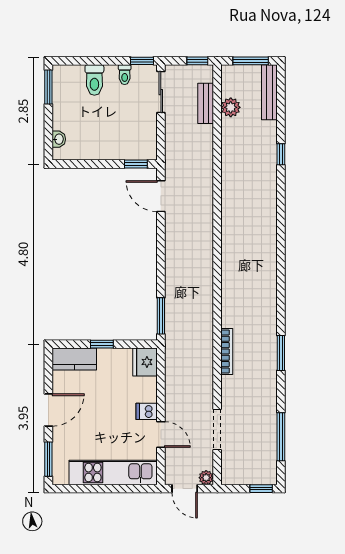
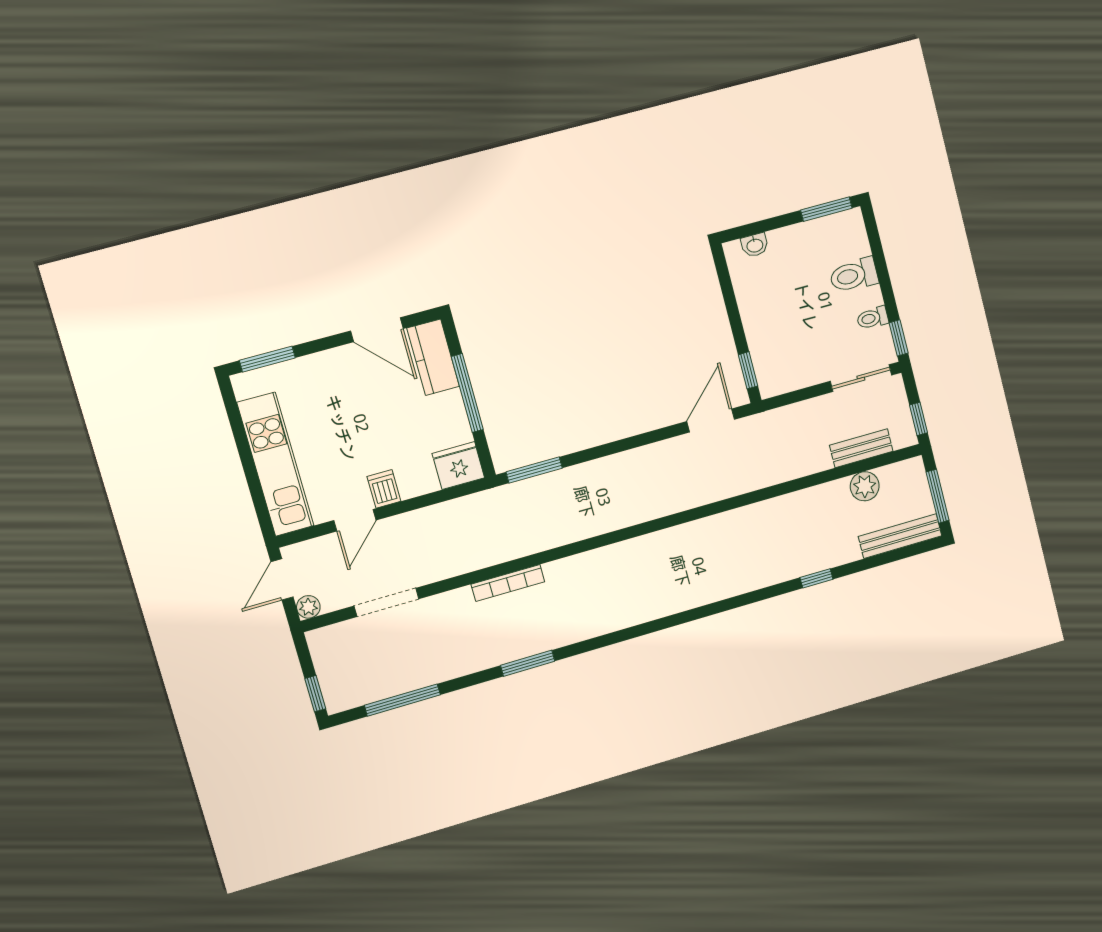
window: (102, 344) -> (467, 393), width x2.17
door: (48, 410) -> (377, 330), moved

